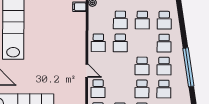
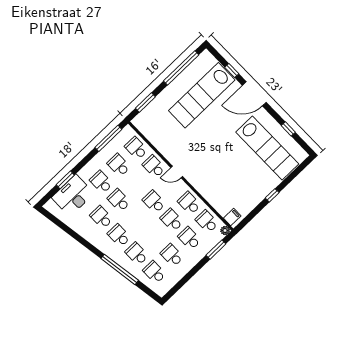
school desk: (98, 20) -> (207, 221), added
school desk: (142, 66) -> (154, 202), moved
window: (188, 67) -> (120, 269), moved

